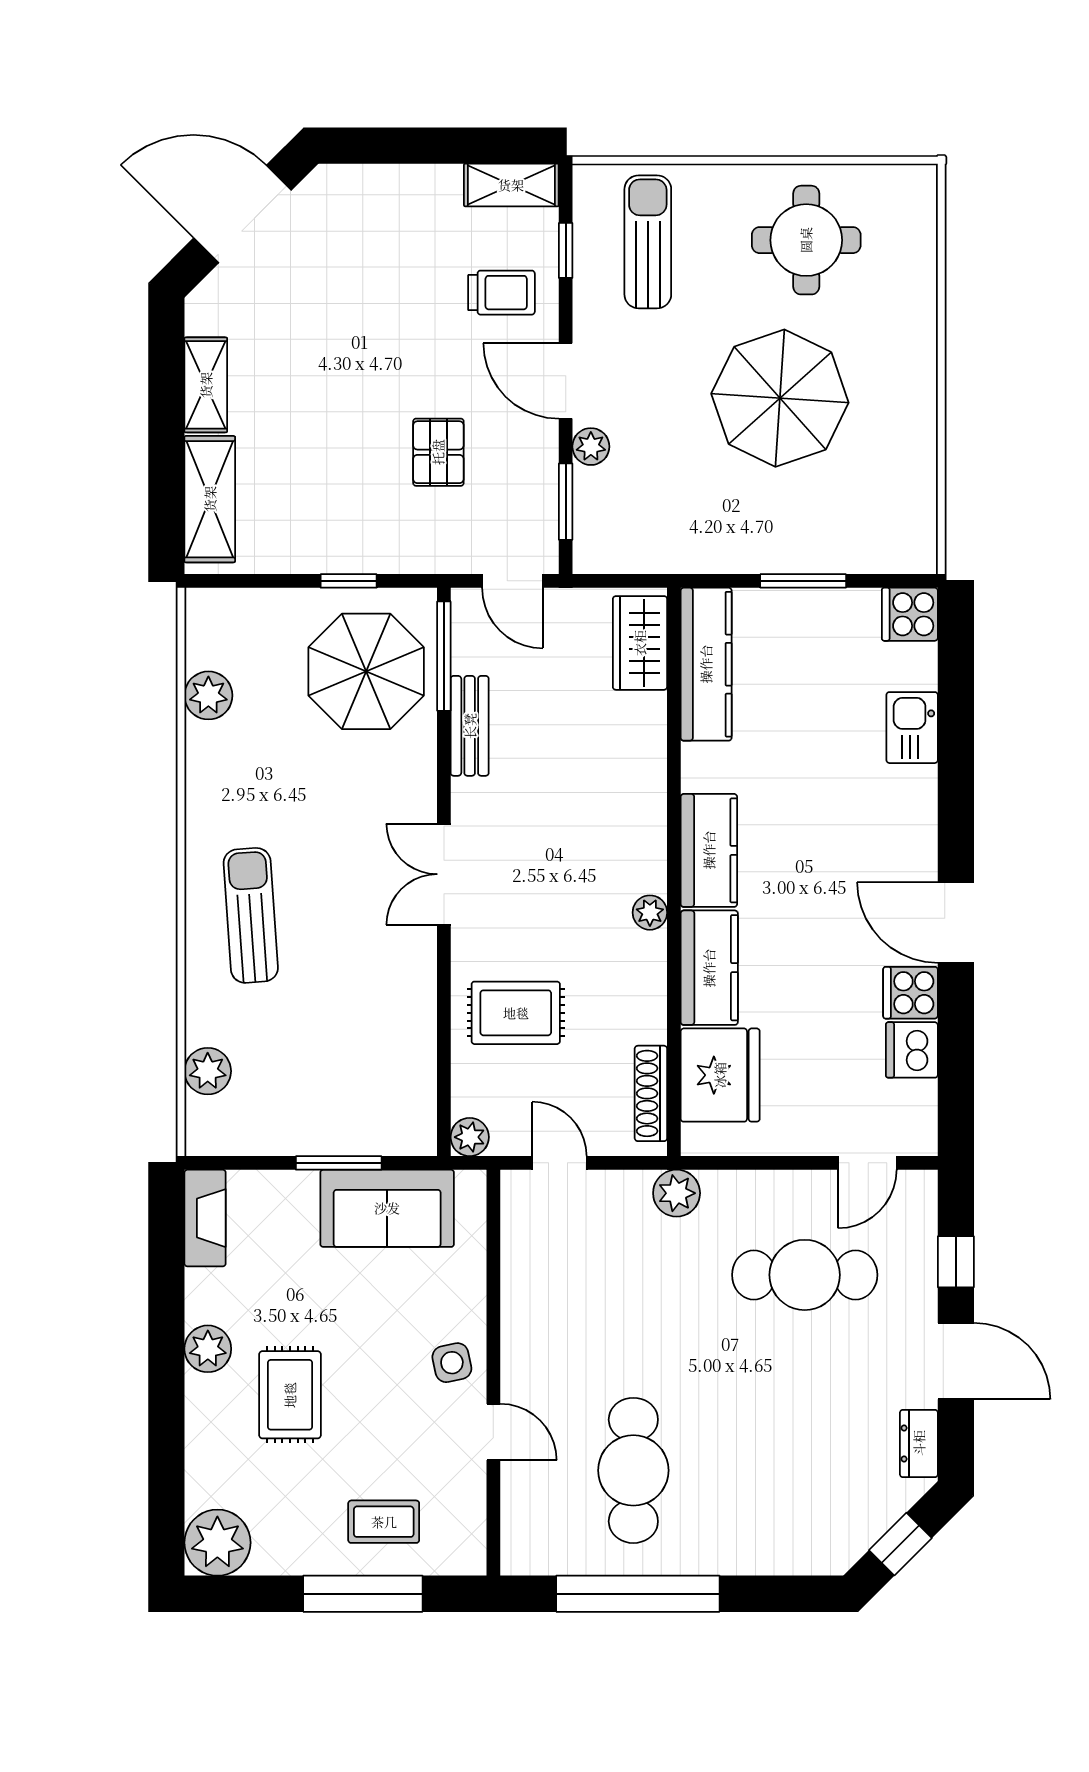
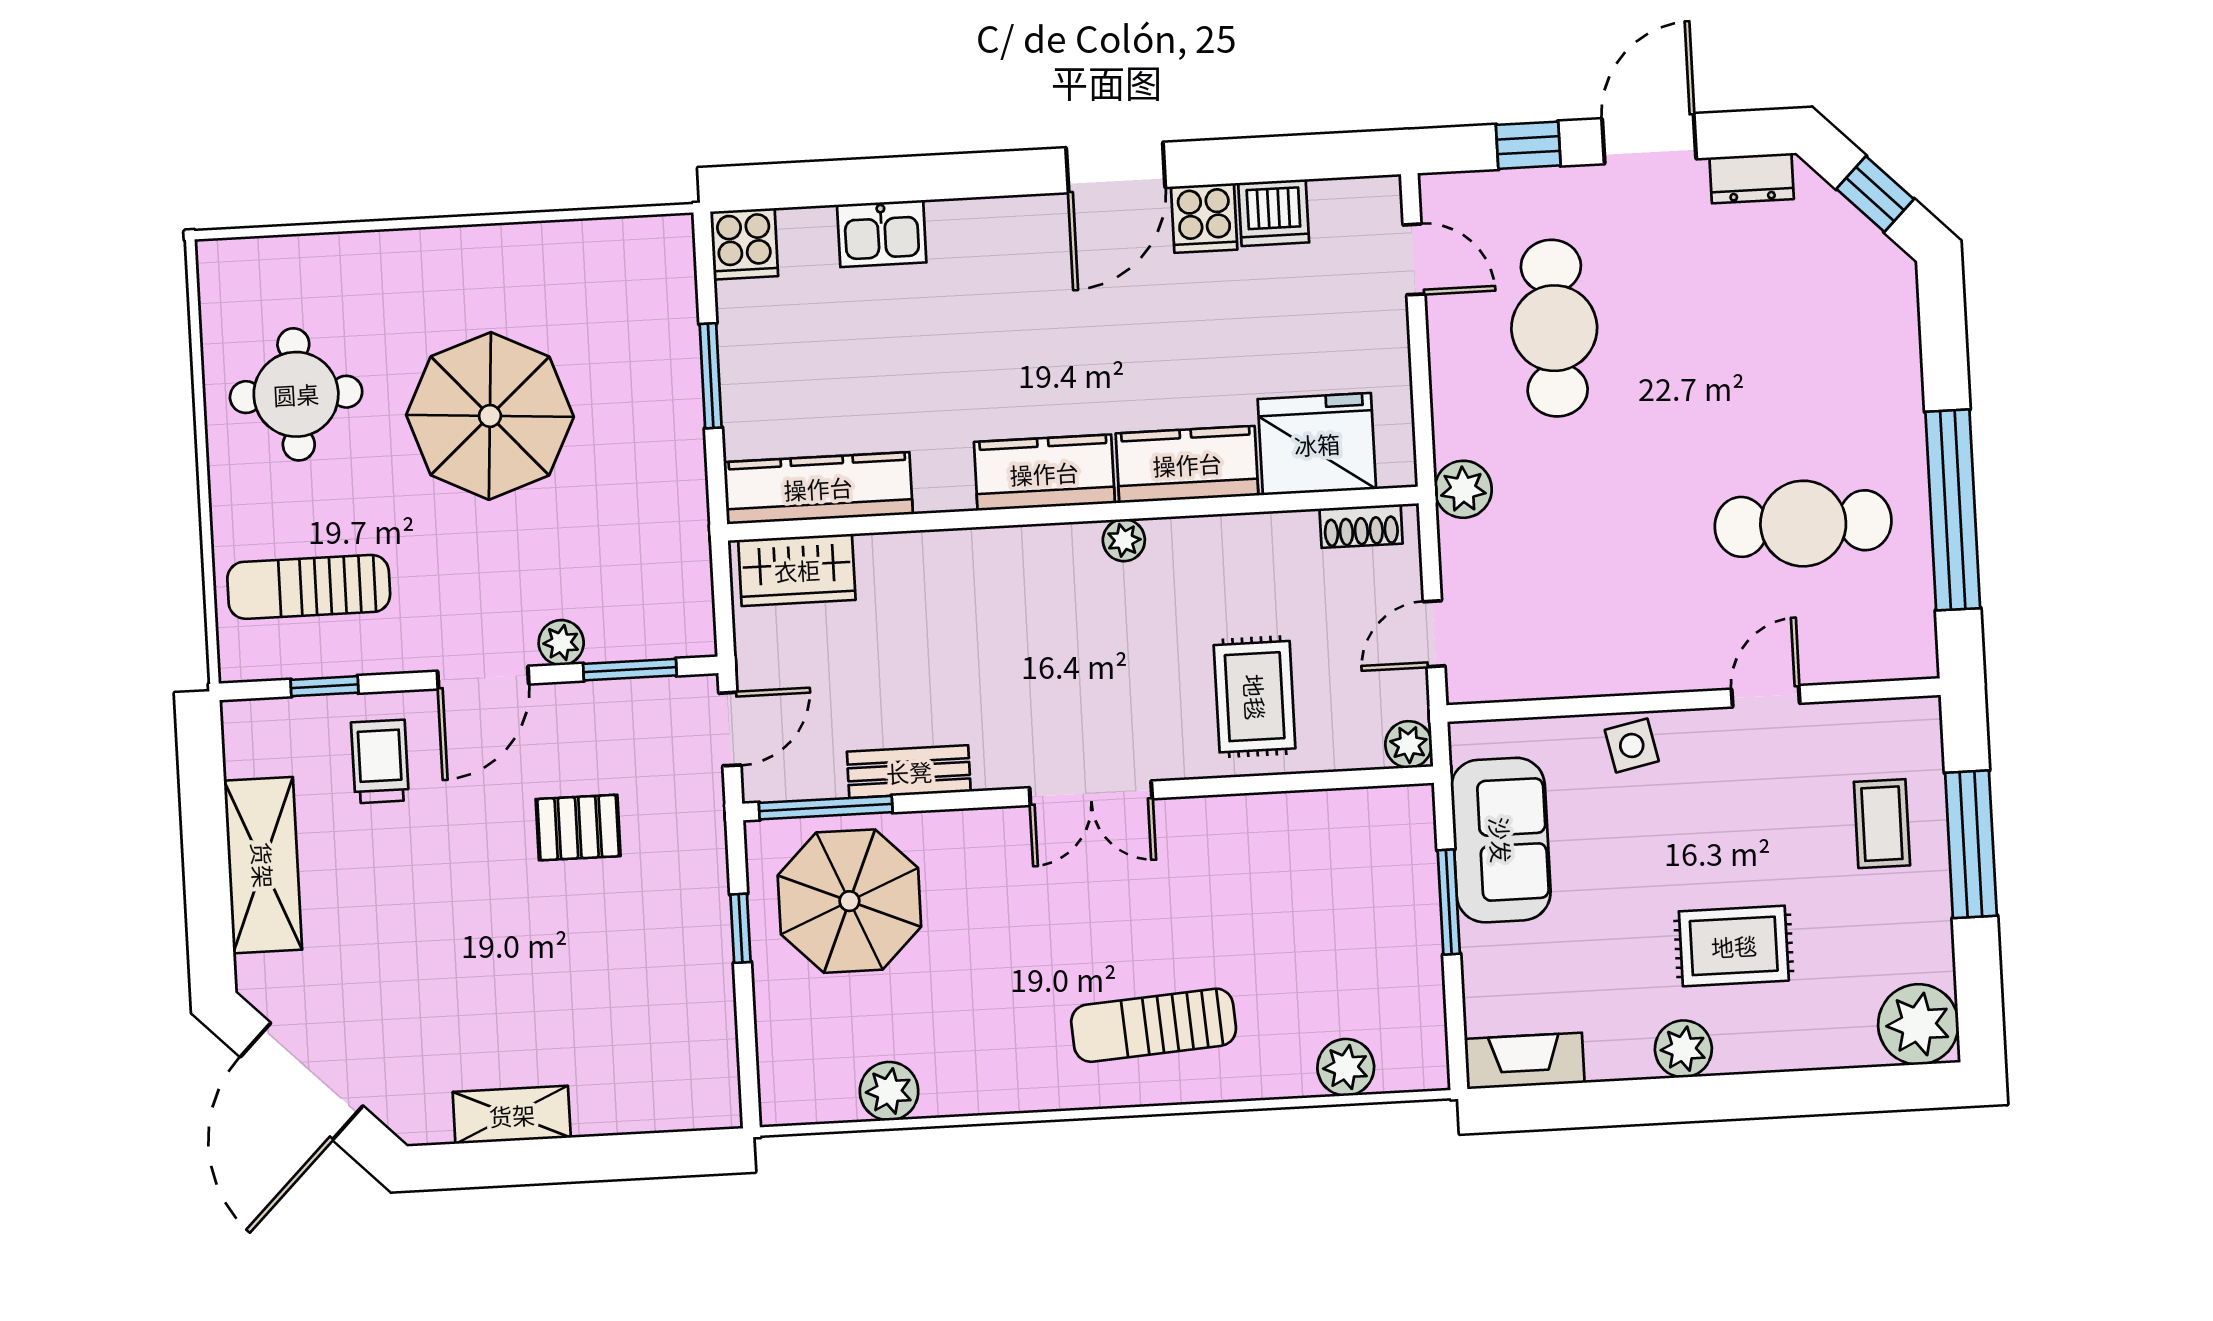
shelving: (511, 185) -> (263, 865), moved, width x1.50, depth x1.33
shelving: (210, 499) -> (650, 1102), removed
shoe rack: (651, 1093) -> (1361, 526), width x0.70
side table: (452, 1363) -> (1632, 745), moved

